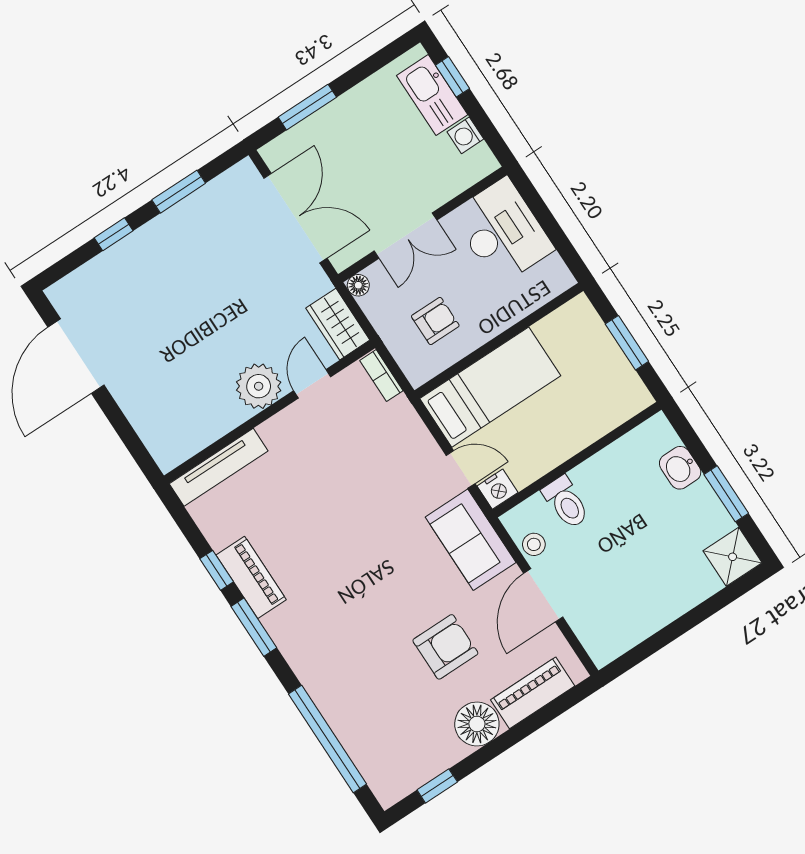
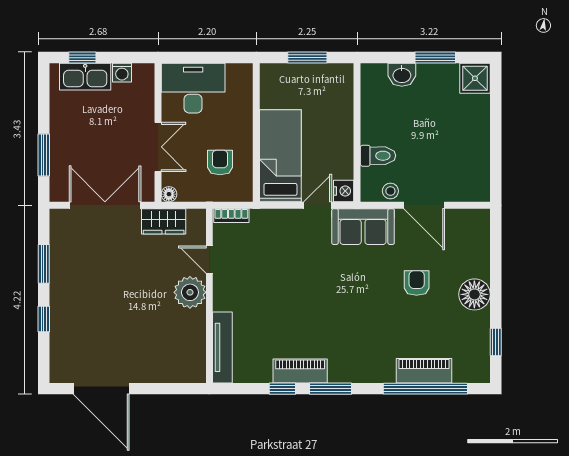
wardrobe: (338, 324) -> (164, 221), moved
armchair: (445, 647) -> (417, 283), width x0.72, depth x0.72
piano: (533, 693) -> (424, 371), moved, turned 90

